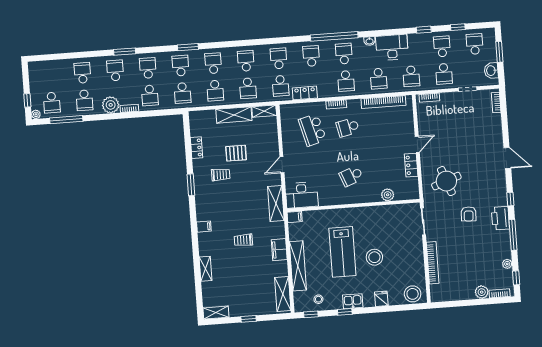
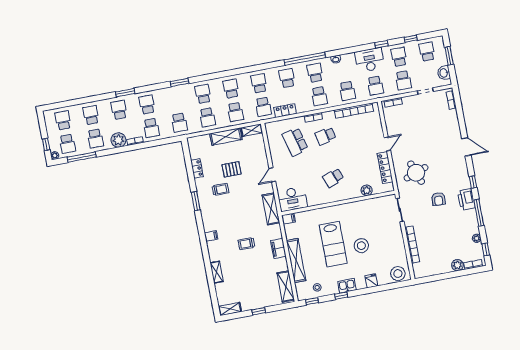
desk: (392, 47) -> (370, 60), moved
school desk: (180, 66) -> (63, 120), moved
locker: (411, 165) -> (385, 168), width x1.53

